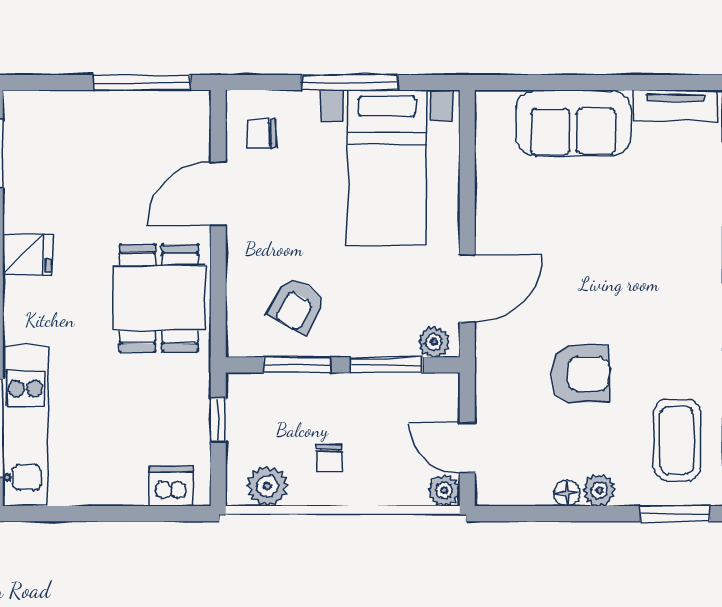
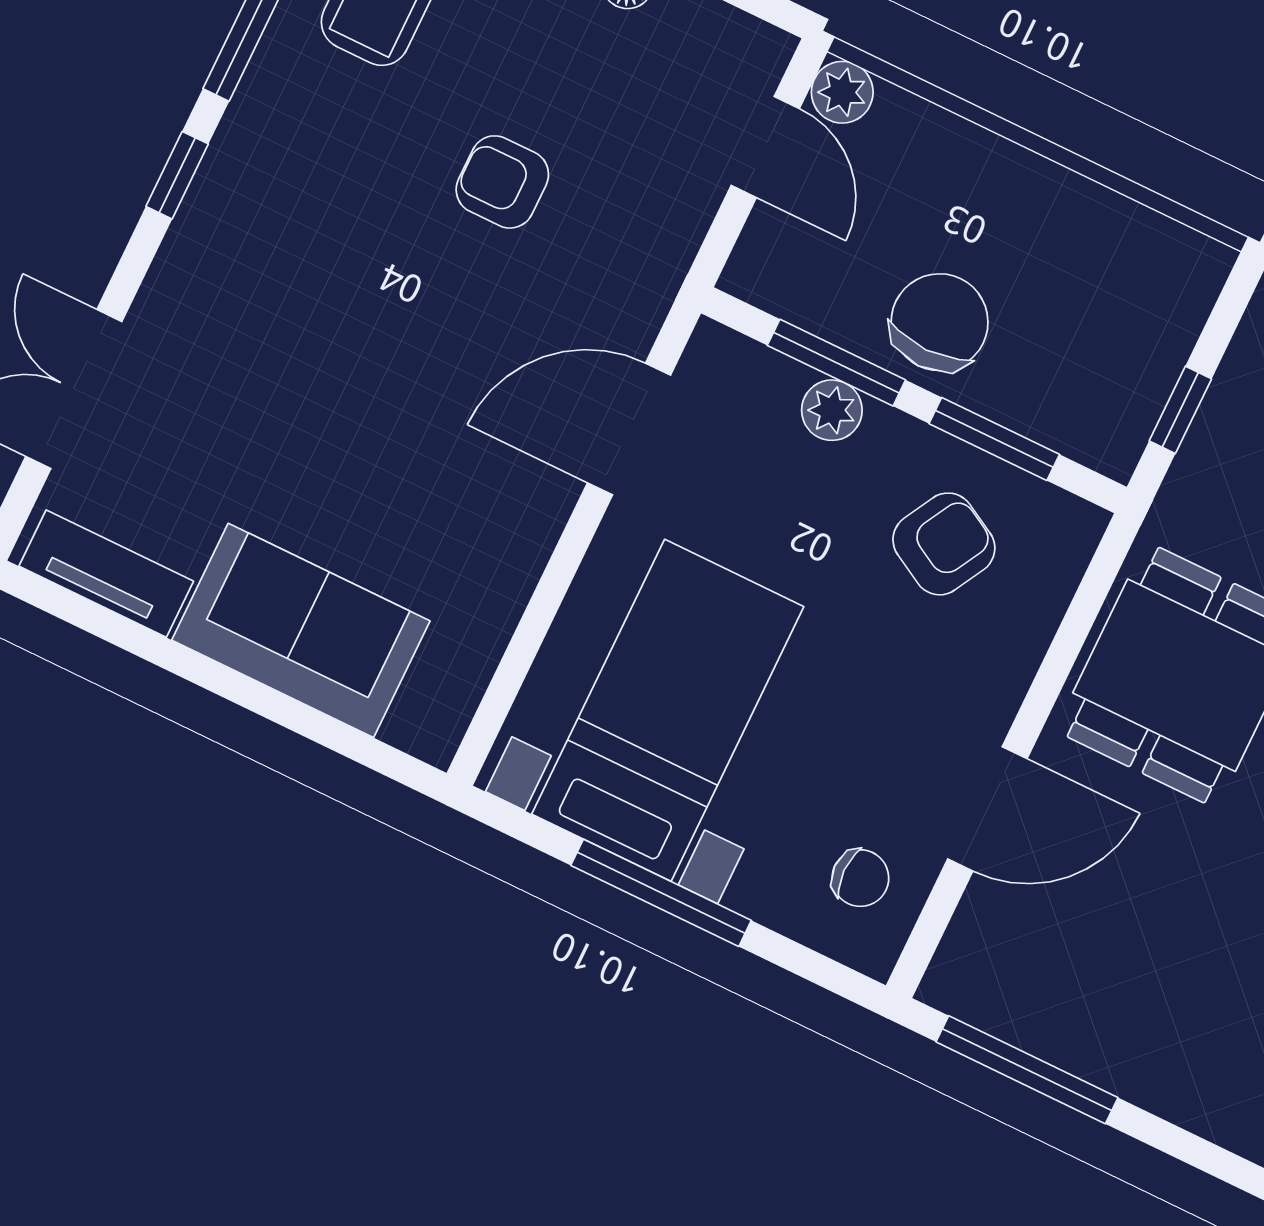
plant: (434, 342) -> (832, 410), moved
armchair: (580, 374) -> (502, 182), width x0.72, depth x0.72
chair: (329, 458) -> (940, 322), moved, width x1.87, depth x1.87
plant: (267, 486) -> (1150, 251), removed

